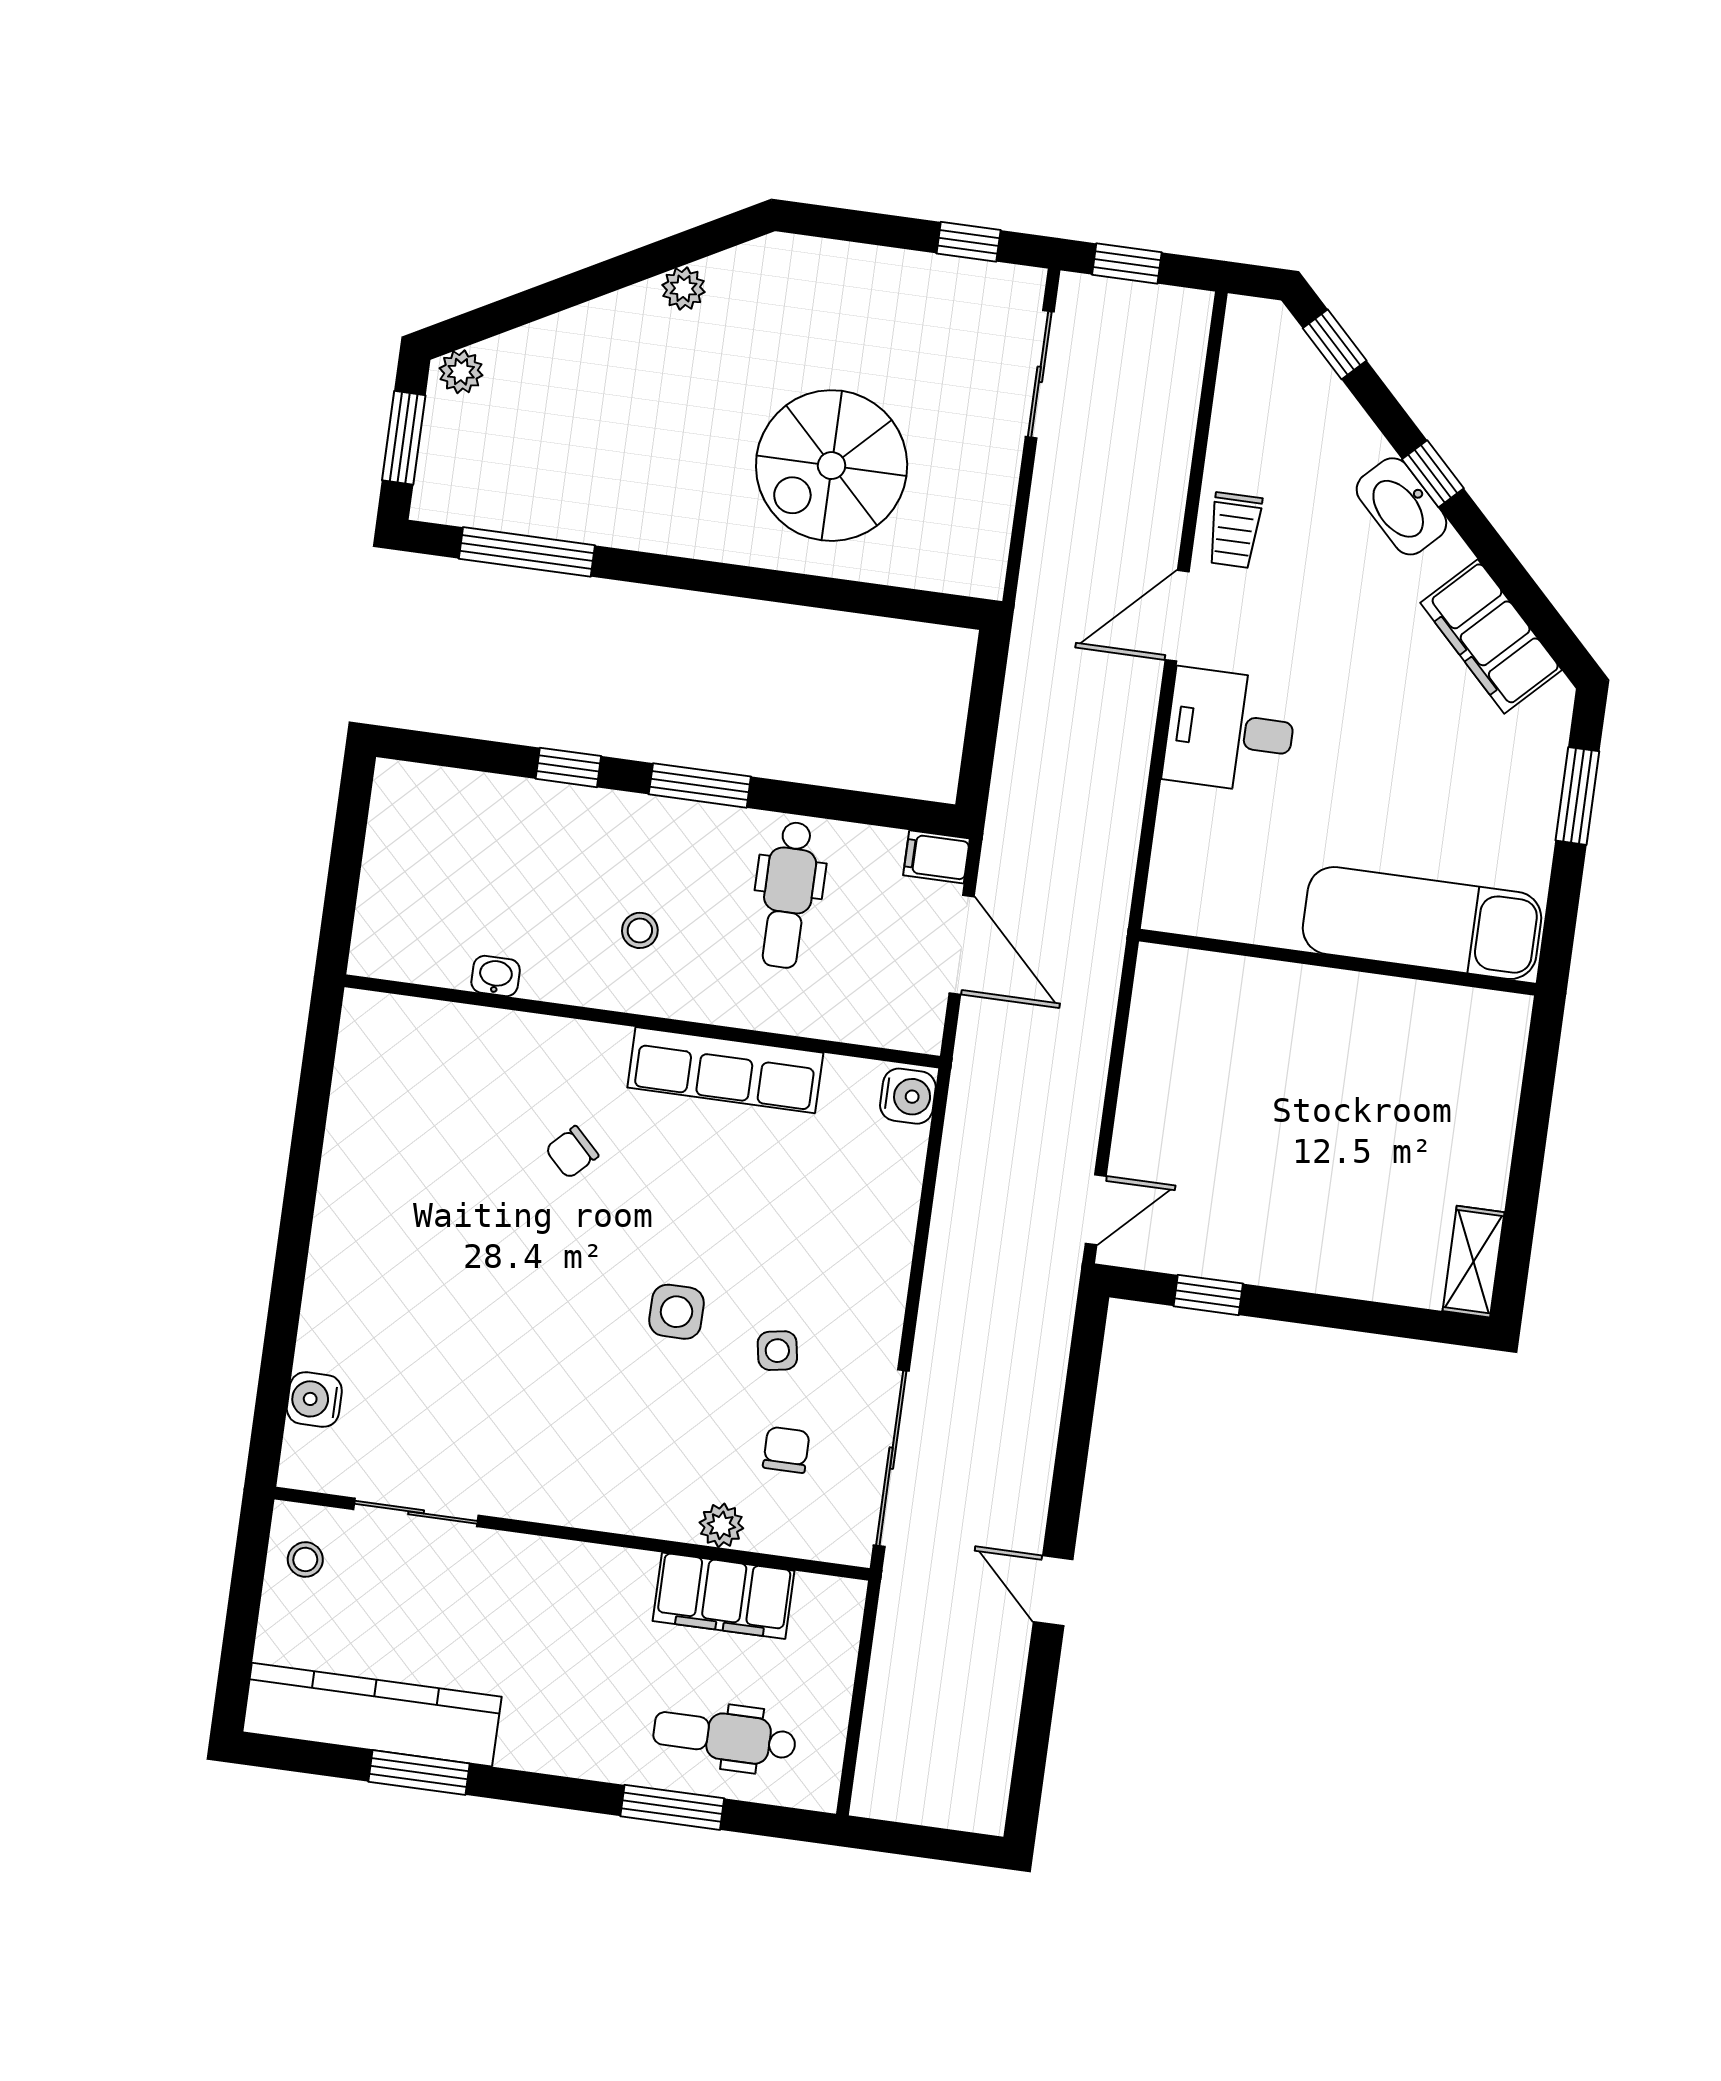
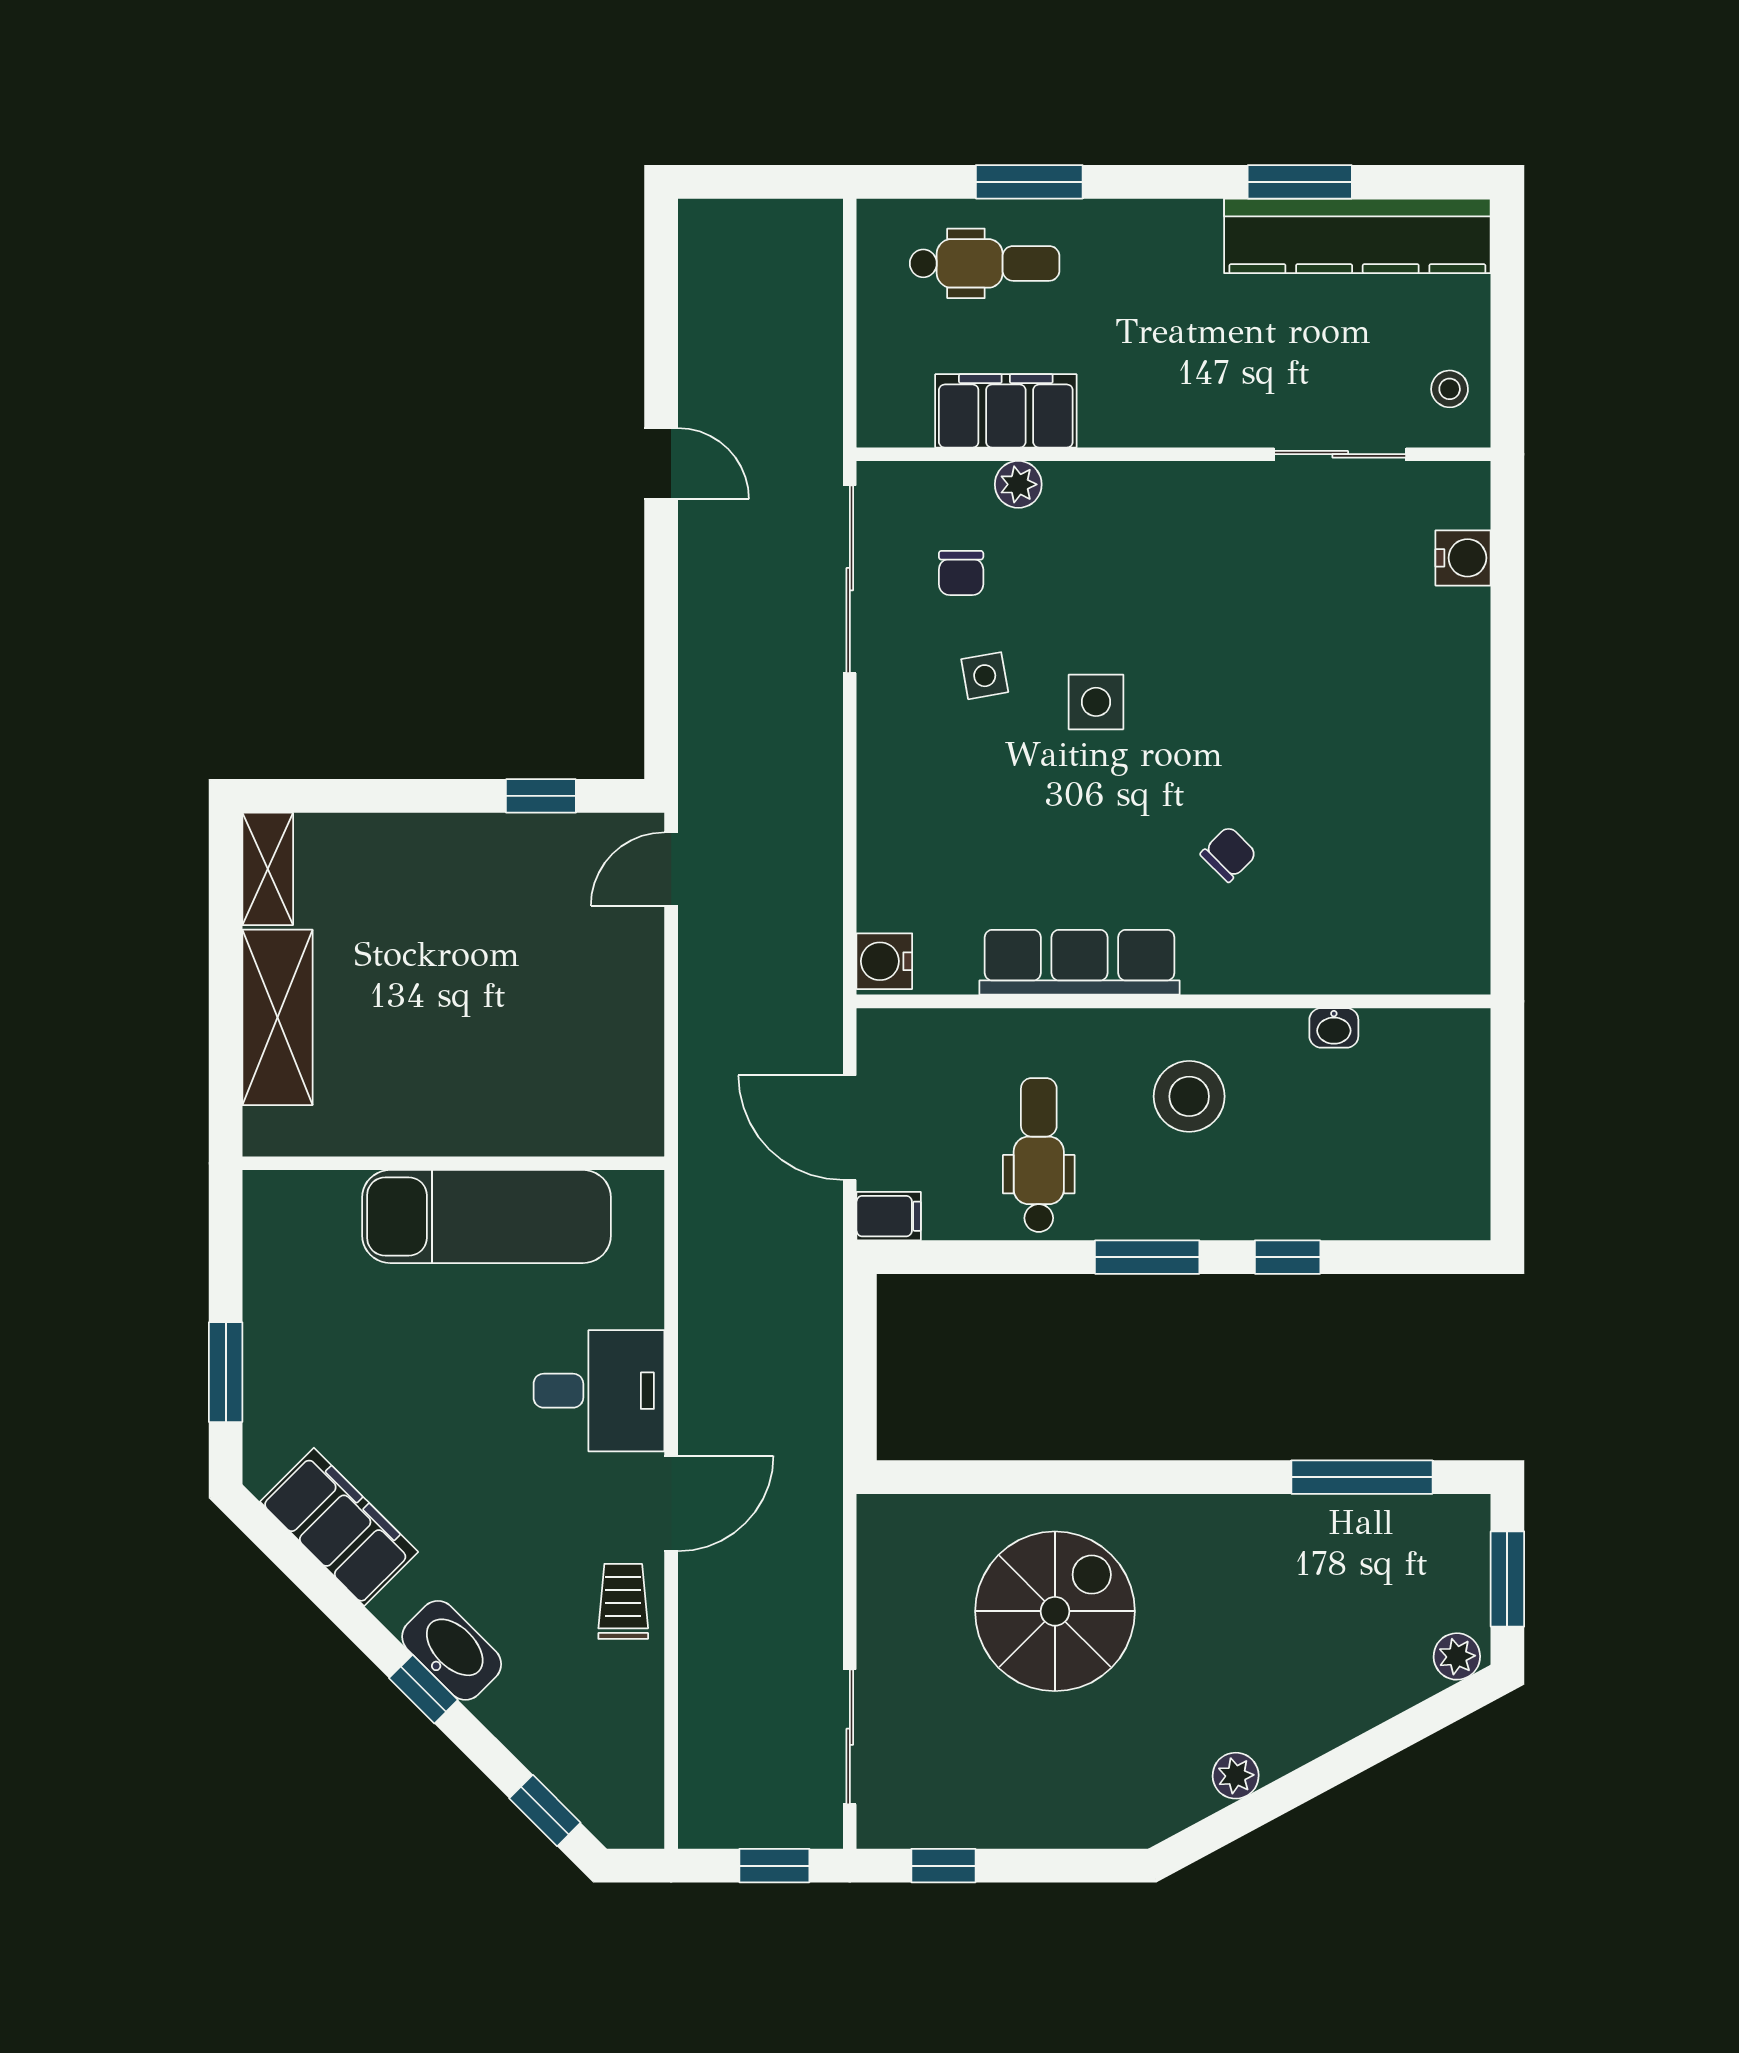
exam couch: (1422, 923) -> (487, 1216), moved
stool: (640, 930) -> (1189, 1096), width x1.89, depth x1.89
shelving: (1483, 1121) -> (277, 1017), added

